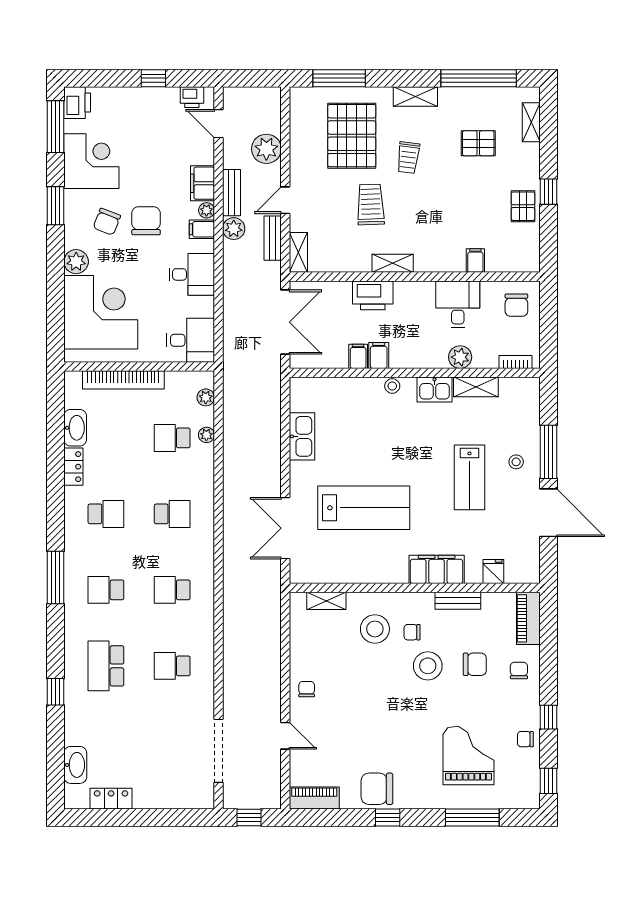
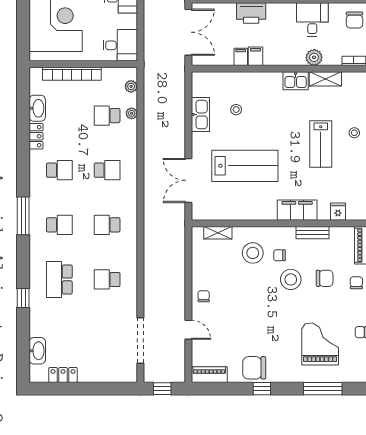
stool: (392, 386) -> (236, 110), moved
school desk: (106, 590) -> (59, 225), turned 180

